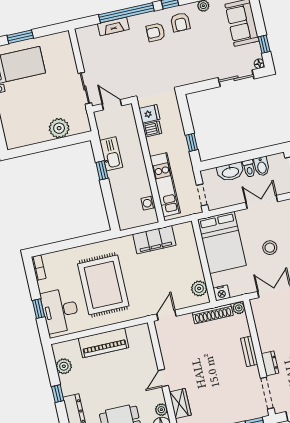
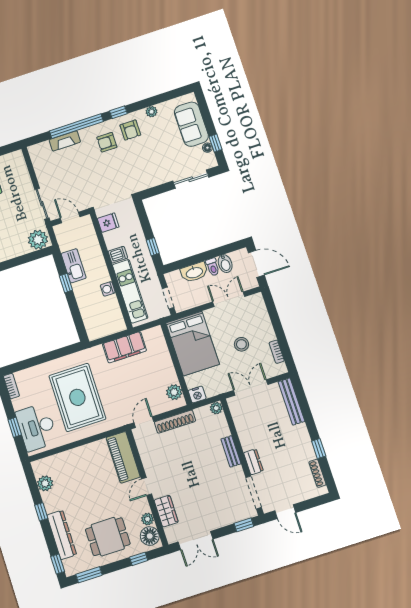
floor lamp: (259, 64) -> (207, 148), moved
plant: (59, 128) -> (38, 240), moved
dishwasher: (152, 129) -> (118, 255), moved
washing machine: (148, 203) -> (108, 289), moved
shoe rack: (213, 314) -> (175, 422), moved
piano: (104, 343) -> (123, 457), moved, turned 90

